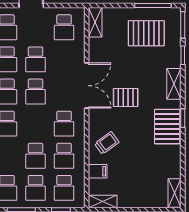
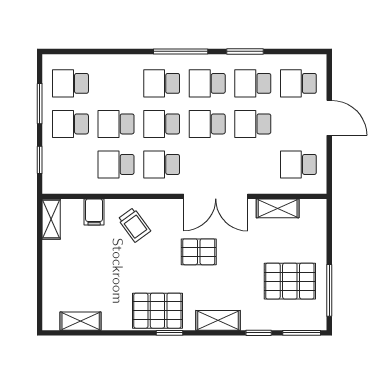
shelving: (95, 22) -> (278, 208), moved
pallet: (146, 33) -> (290, 281), turned 90
pallet: (126, 97) -> (199, 252), turned 90
school desk: (64, 188) -> (162, 124), moved
shelving: (175, 193) -> (81, 321), moved

